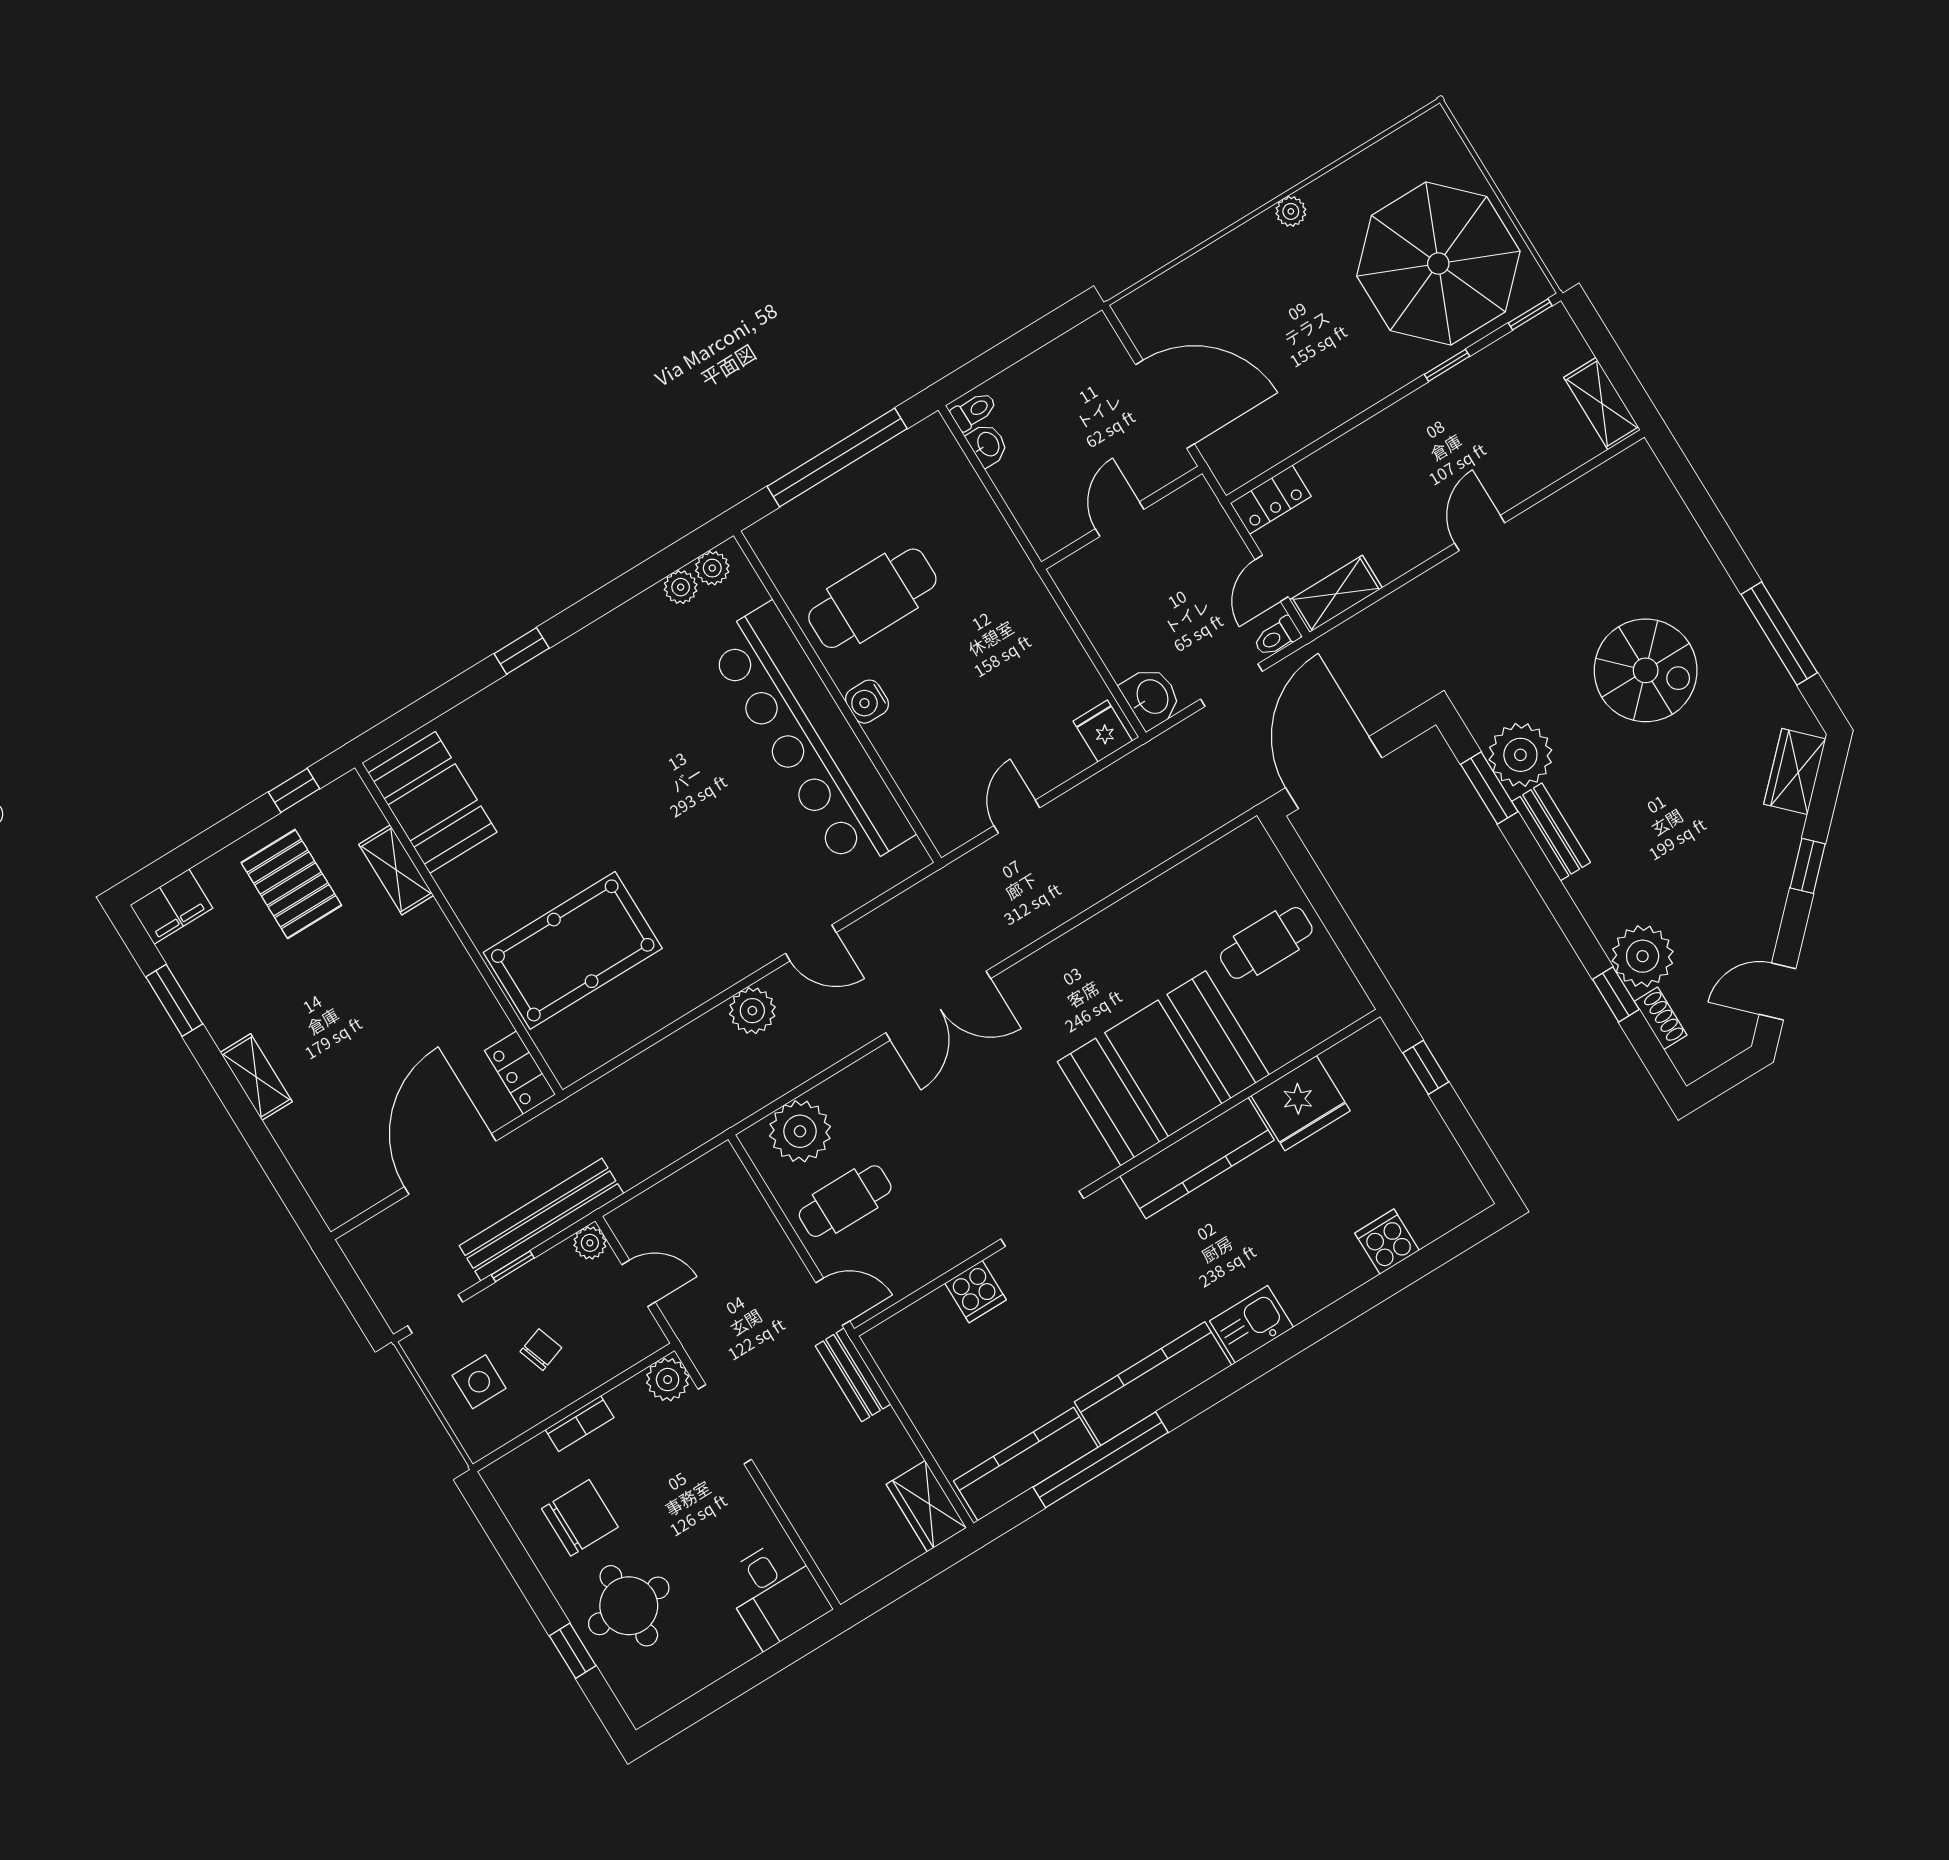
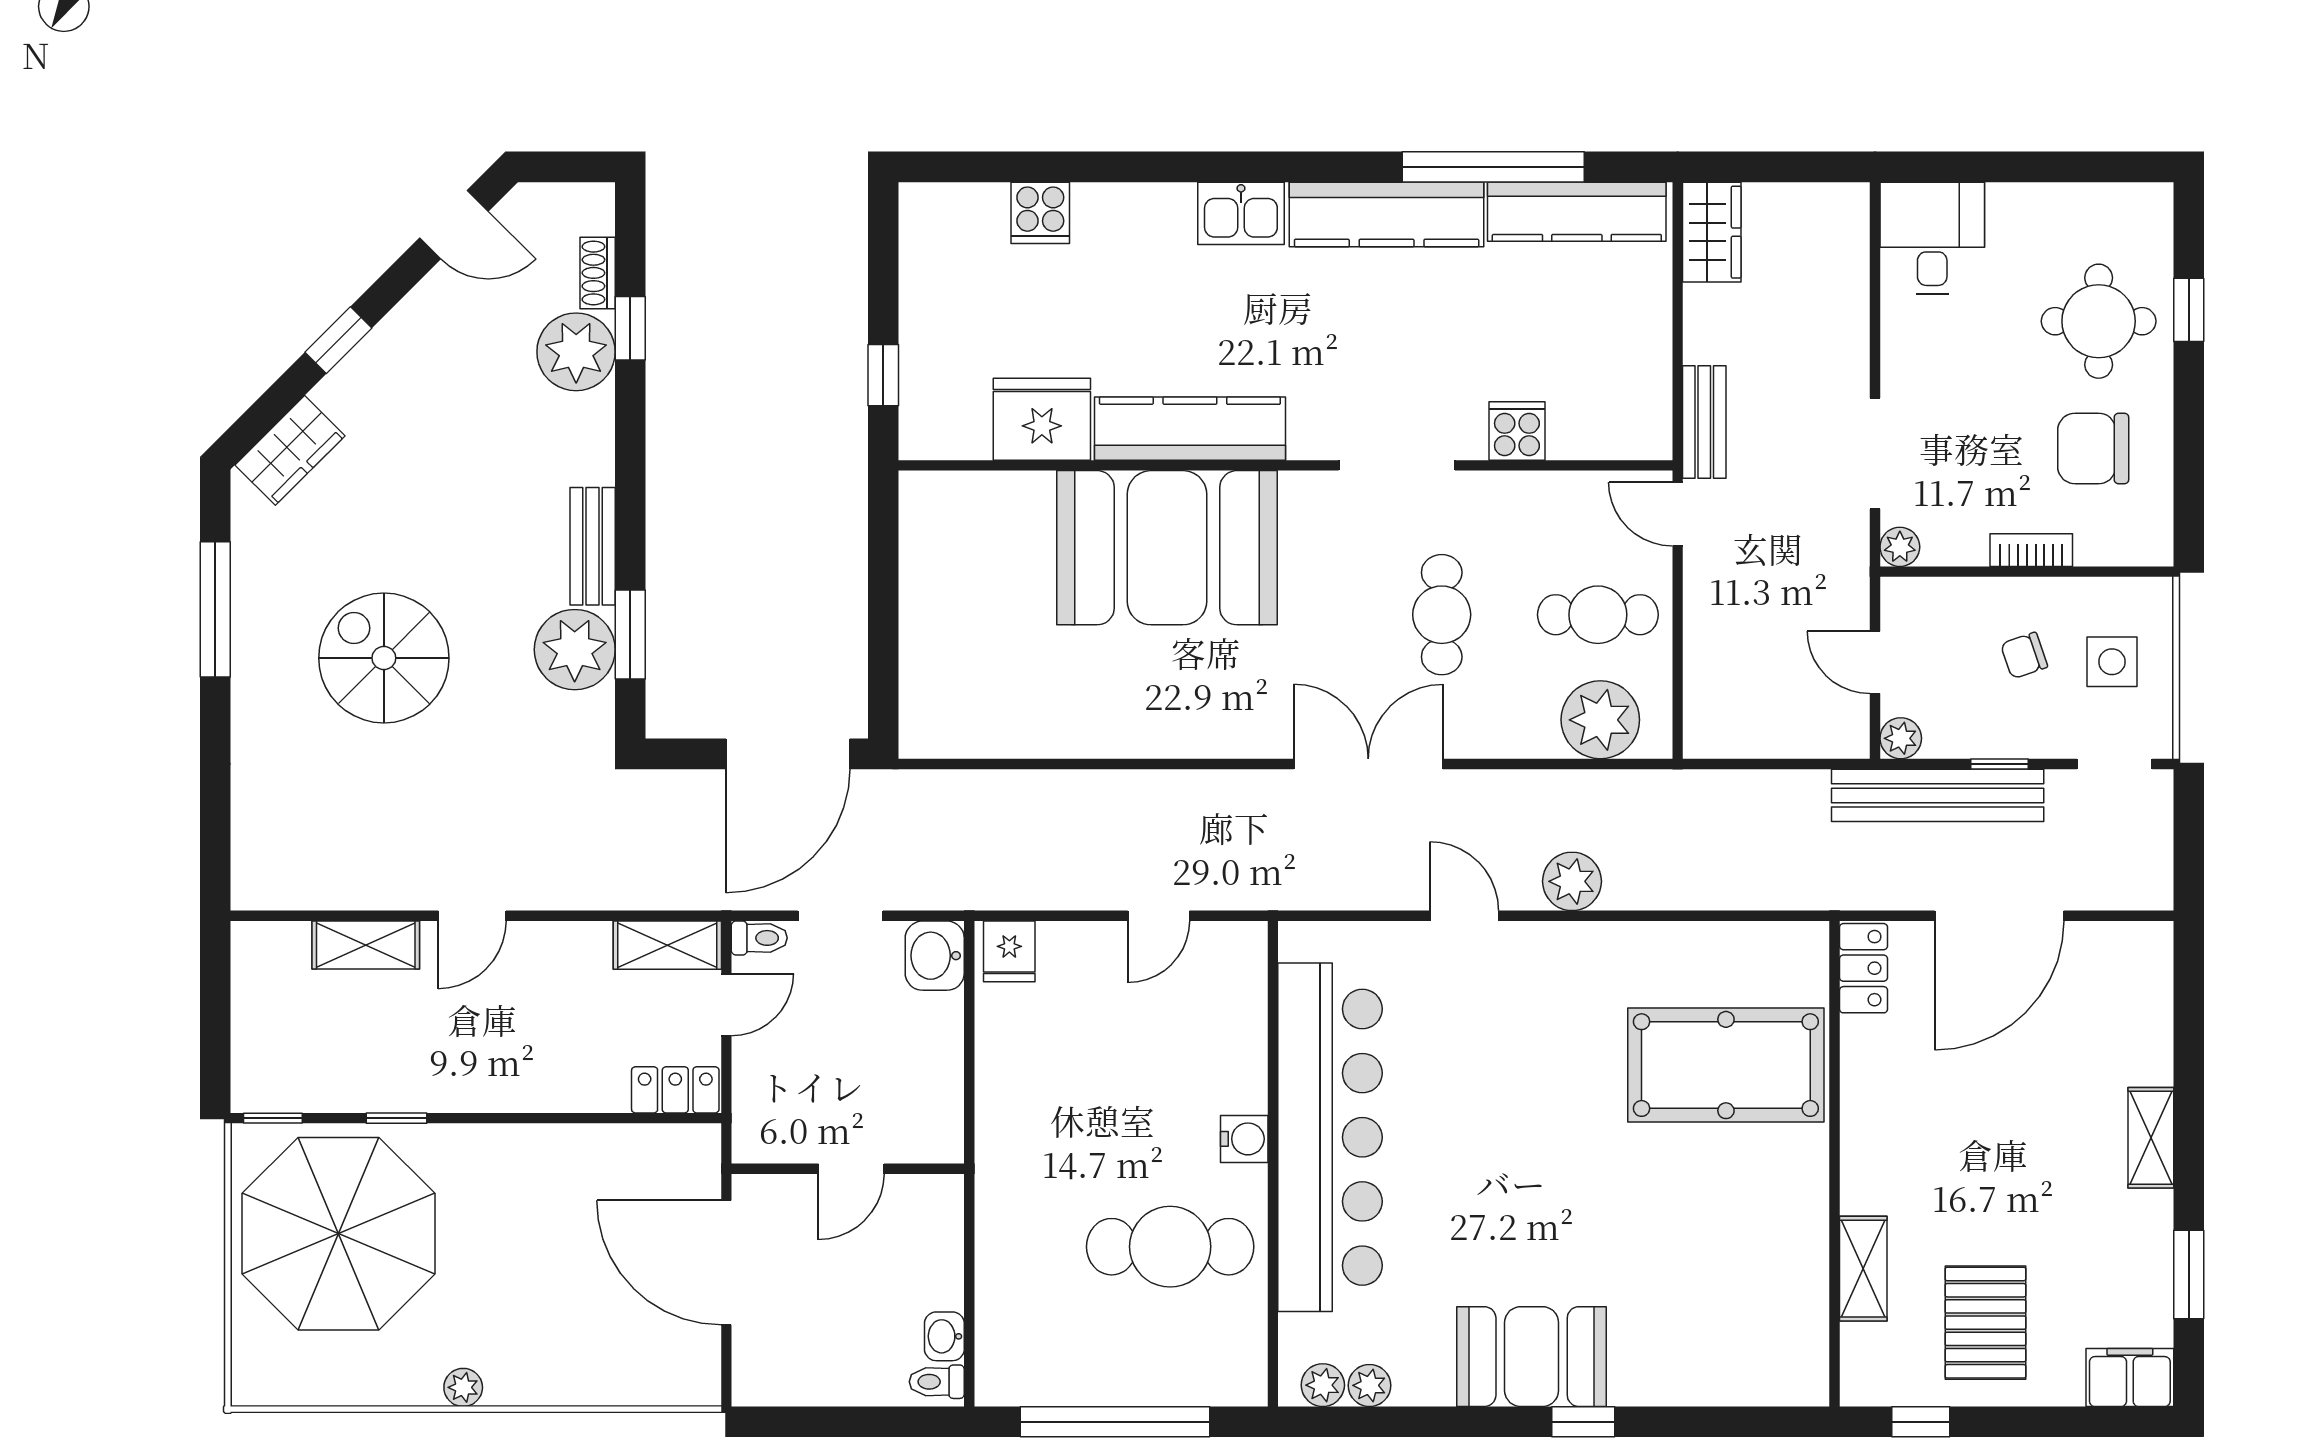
shelving: (1602, 404) -> (366, 945), moved, turned 90
booth: (432, 802) -> (1532, 1357), moved, turned 90
cafe table: (1266, 943) -> (1442, 615), moved, turned 90
plant: (668, 1380) -> (1900, 547), width x0.73, depth x0.73

